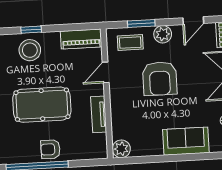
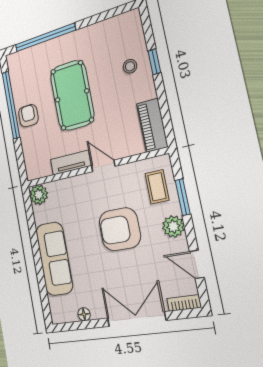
stool: (30, 50) -> (130, 66), width x0.53, depth x0.53
door: (106, 72) -> (103, 166), moved
sofa: (186, 141) -> (54, 259), width x1.36

